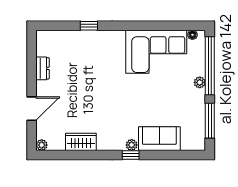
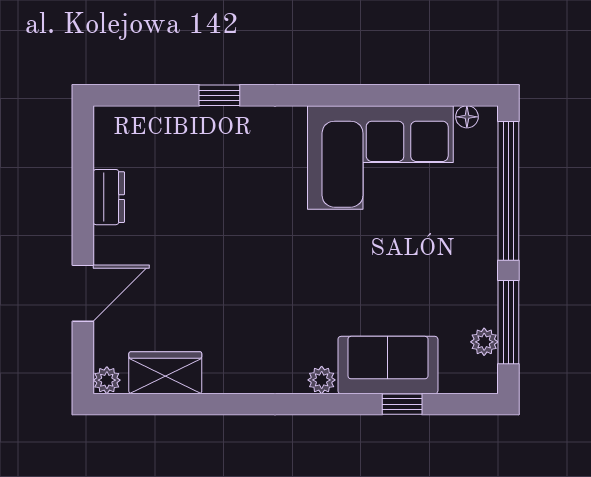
plant: (200, 82) -> (484, 342), moved
wardrobe: (81, 142) -> (165, 373), moved
window: (131, 155) -> (402, 404), moved

